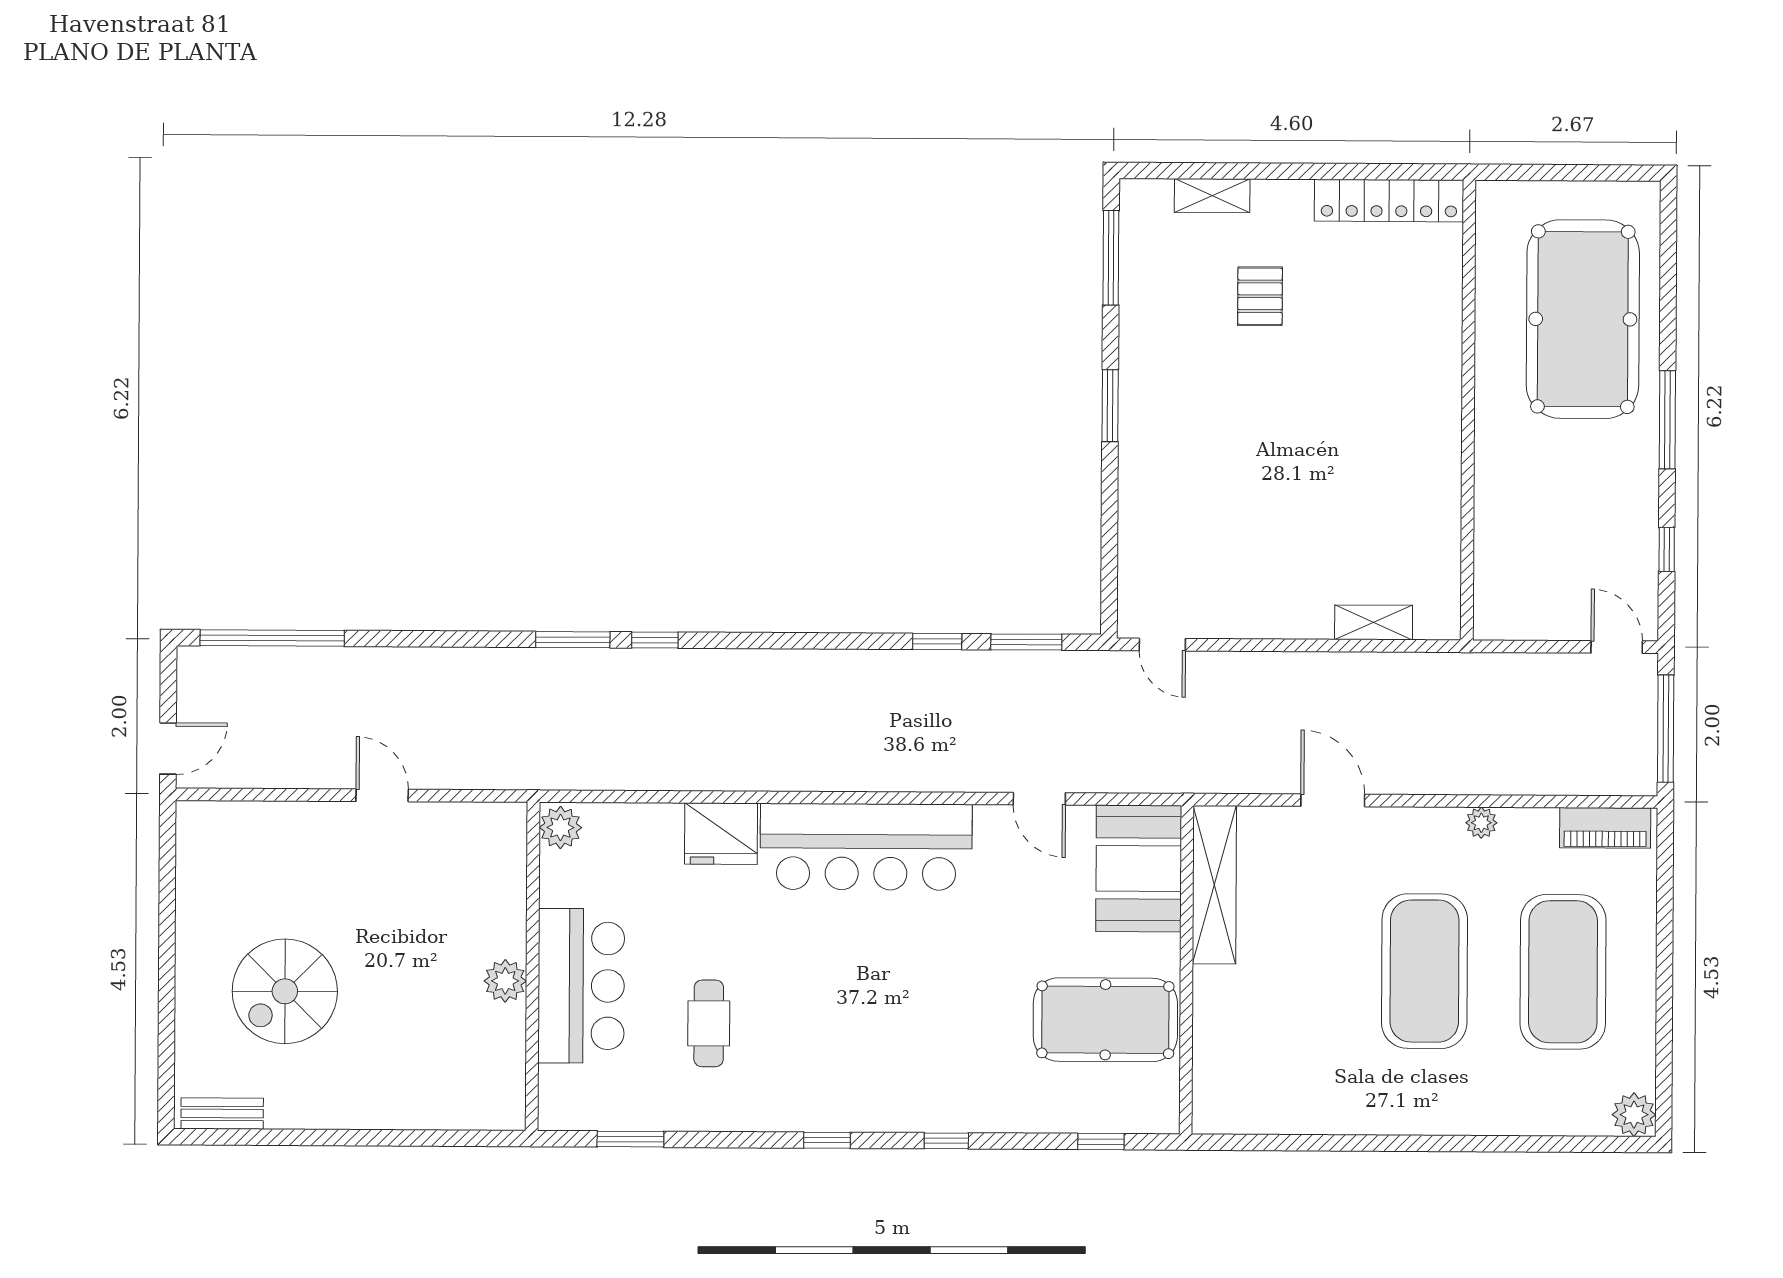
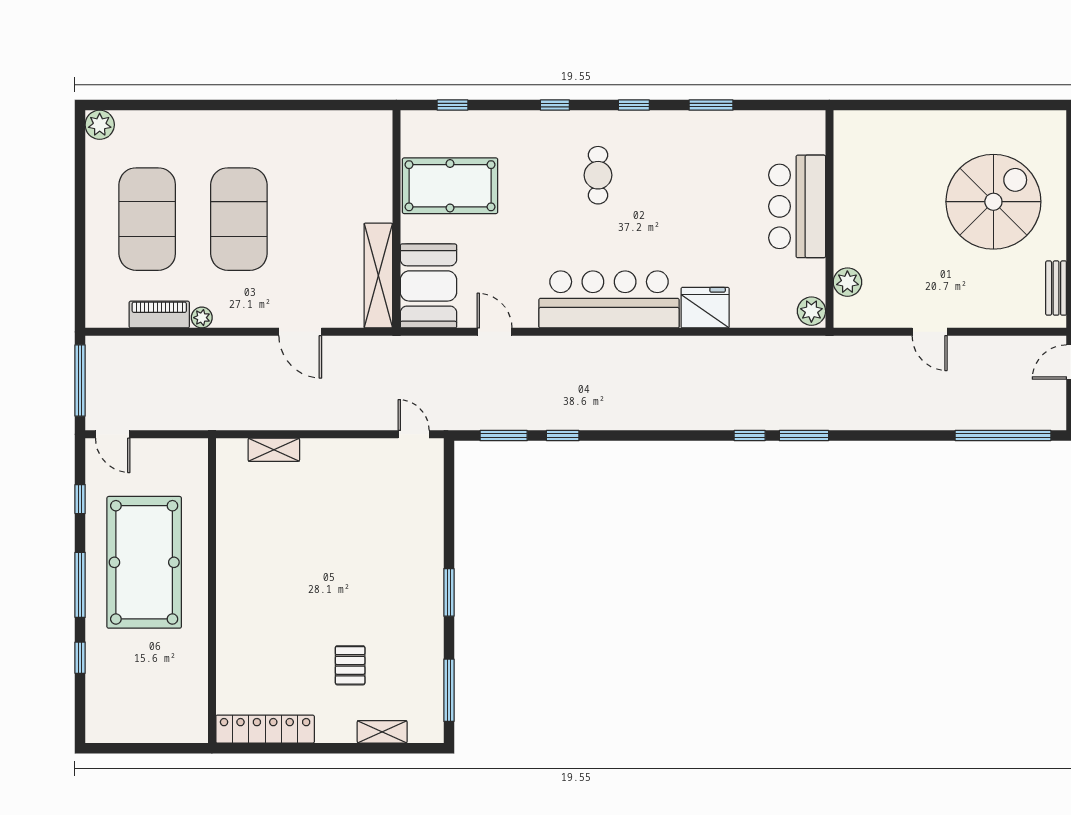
window: (1668, 310) -> (80, 658), added
pool table: (1583, 319) -> (144, 562), moved
piano: (1605, 828) -> (159, 315), moved
plant: (505, 981) -> (847, 282), moved
spiral stairs: (285, 991) -> (993, 202), width x1.37, depth x1.37
cafe table: (709, 1023) -> (598, 175), moved
bench: (222, 1114) -> (1056, 288), moved, turned 90
window: (630, 1139) -> (711, 105), moved

